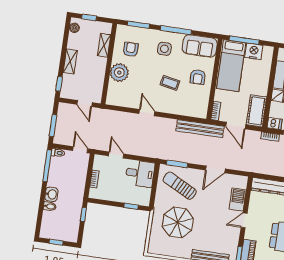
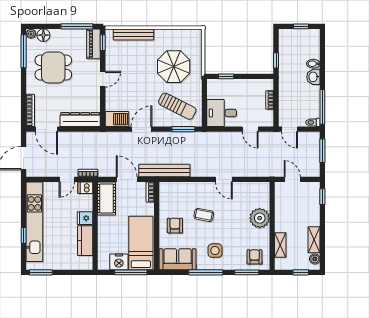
armchair: (131, 49) -> (255, 257), moved, turned 180
shelving: (70, 61) -> (314, 240), moved
barbecue: (238, 200) -> (117, 119), moved, turned -90

